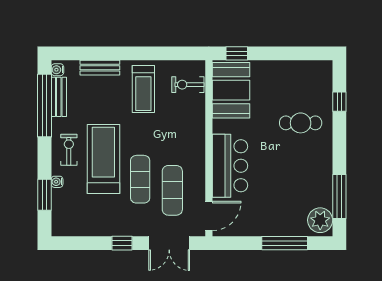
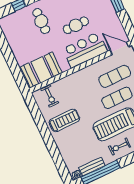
window: (237, 53) -> (19, 76), removed
bench: (100, 68) -> (64, 151), removed
cafe table: (271, 169) -> (76, 25), added

